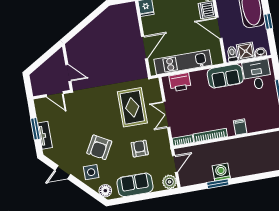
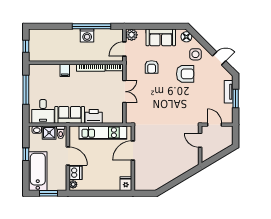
printer: (180, 82) -> (94, 116), moved
rug: (132, 107) -> (152, 102), removed
armchair: (99, 147) -> (185, 74), turned 61
window: (218, 184) -> (92, 26), width x2.11

